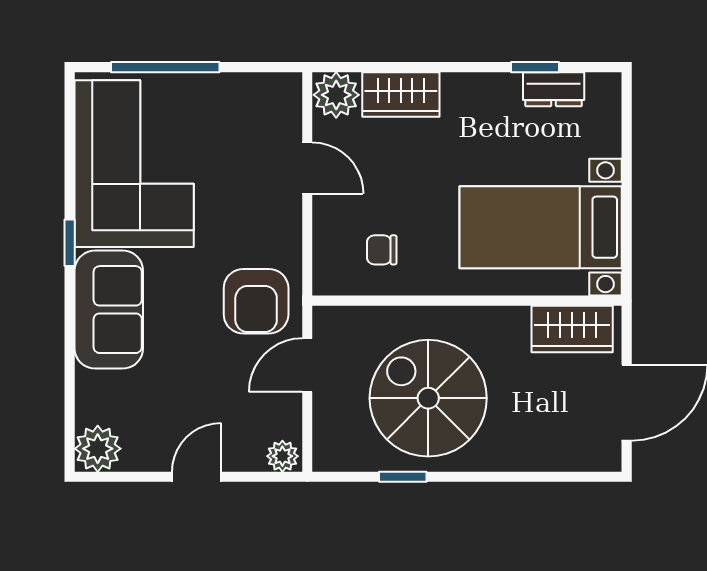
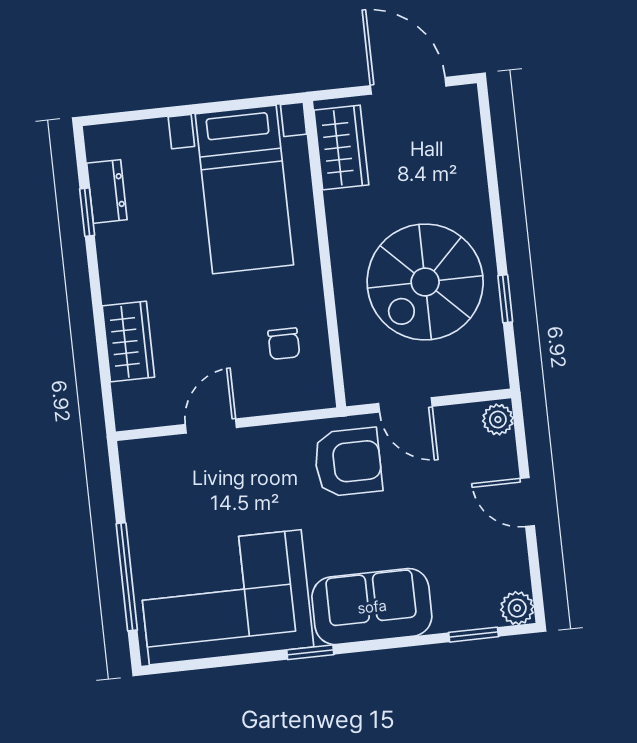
plant: (336, 95) -> (136, 405), removed
window: (70, 408) -> (474, 635), added
plant: (98, 449) -> (517, 608), width x0.73, depth x0.73

